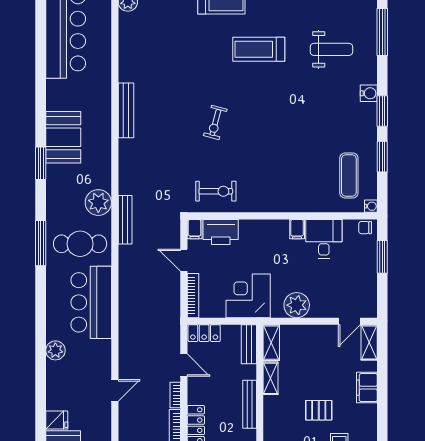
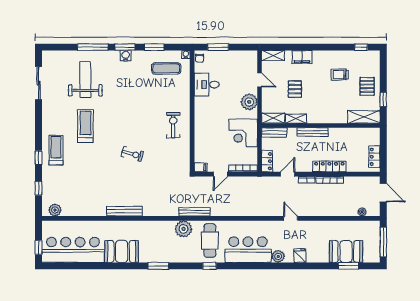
window: (382, 32) -> (93, 47), moved
treadmill: (259, 49) -> (85, 126), turned 180
weight bench: (331, 49) -> (85, 80), width x1.36, depth x1.33
water cooler: (369, 93) -> (126, 56), moved
booth: (63, 137) -> (122, 251), moved
exercise bike: (216, 191) -> (173, 125), moved
filing cabinet: (297, 229) -> (201, 102), removed
printer: (221, 232) -> (202, 151), removed
window: (41, 243) -> (209, 266), width x0.46
bar counter: (91, 302) -> (248, 250), moved, turned 180
door: (349, 321) -> (259, 80), moved
door: (115, 390) -> (291, 218), moved
pallet: (319, 410) -> (295, 89), moved
fridge: (57, 420) -> (300, 256), moved

